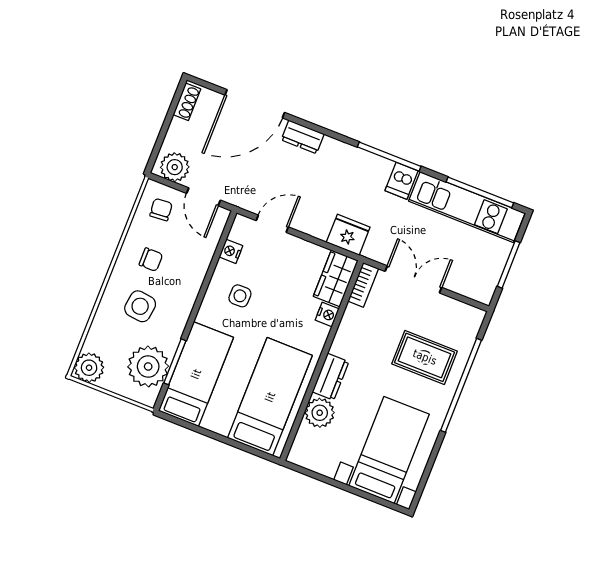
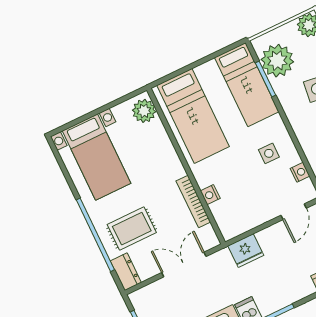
wardrobe: (336, 278) -> (227, 219), removed
double door: (413, 279) -> (184, 265), swing flipped
bookcase: (363, 285) -> (193, 201), moved, width x1.56
dresser: (331, 377) -> (126, 272), moved, turned 180
plant: (320, 413) -> (144, 111), moved

